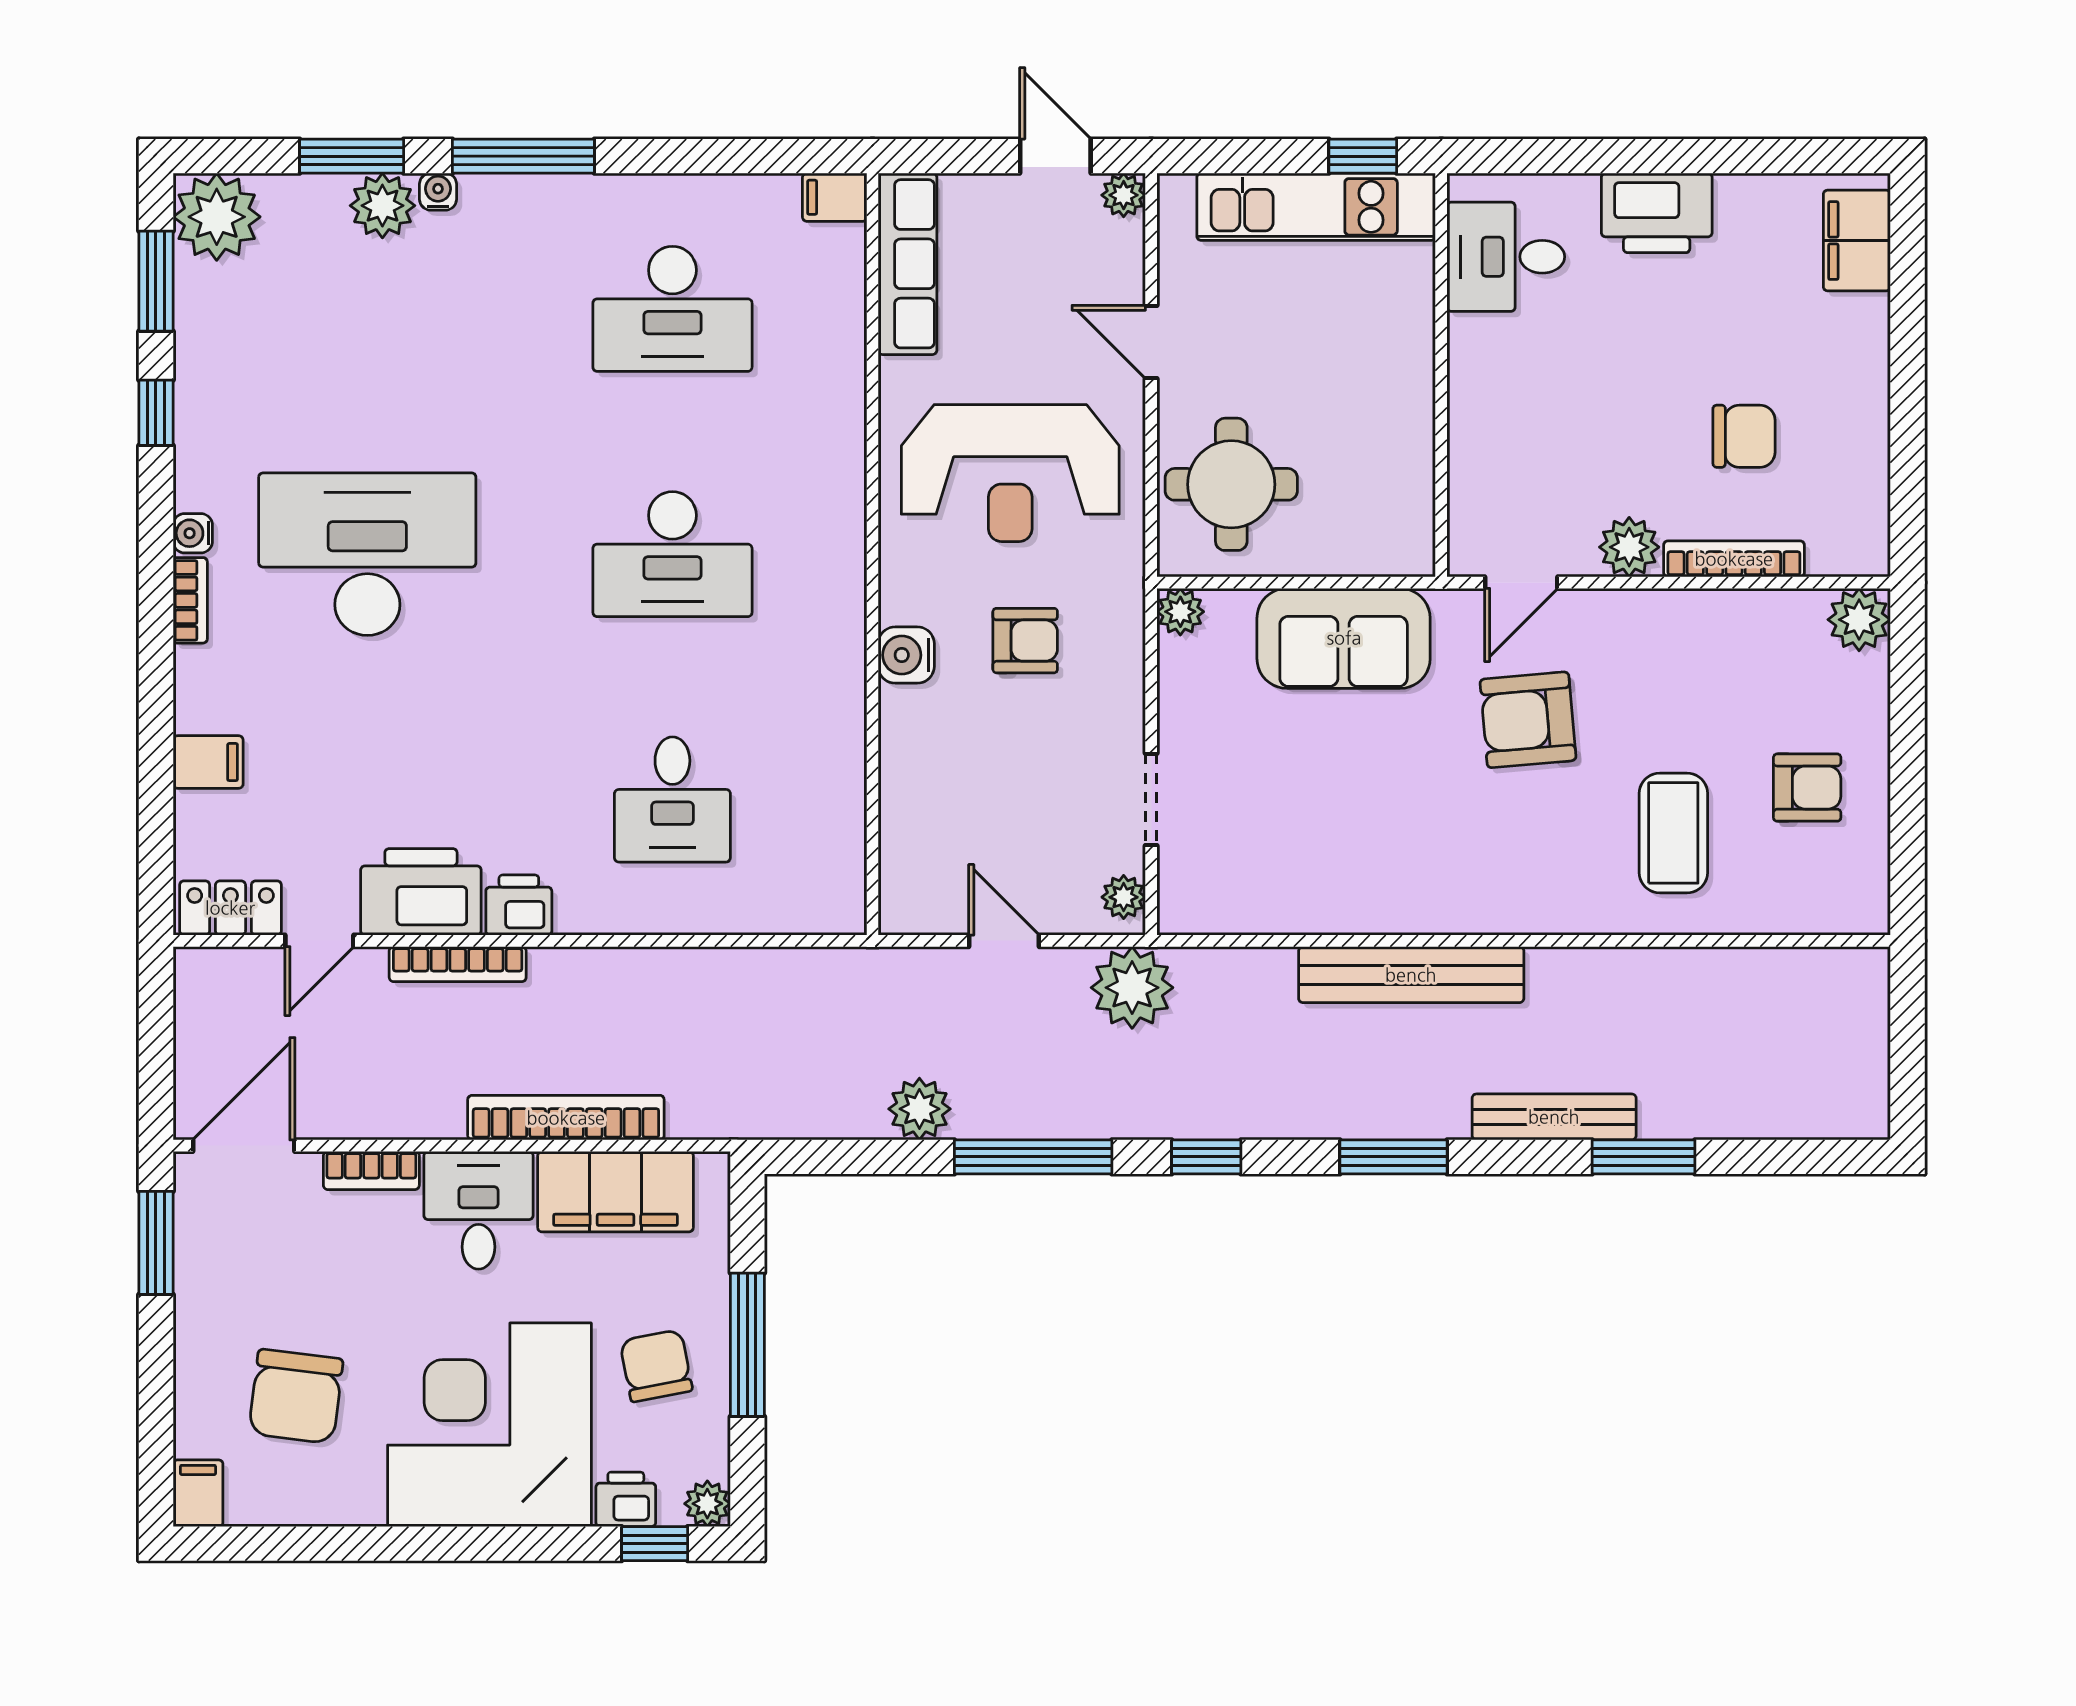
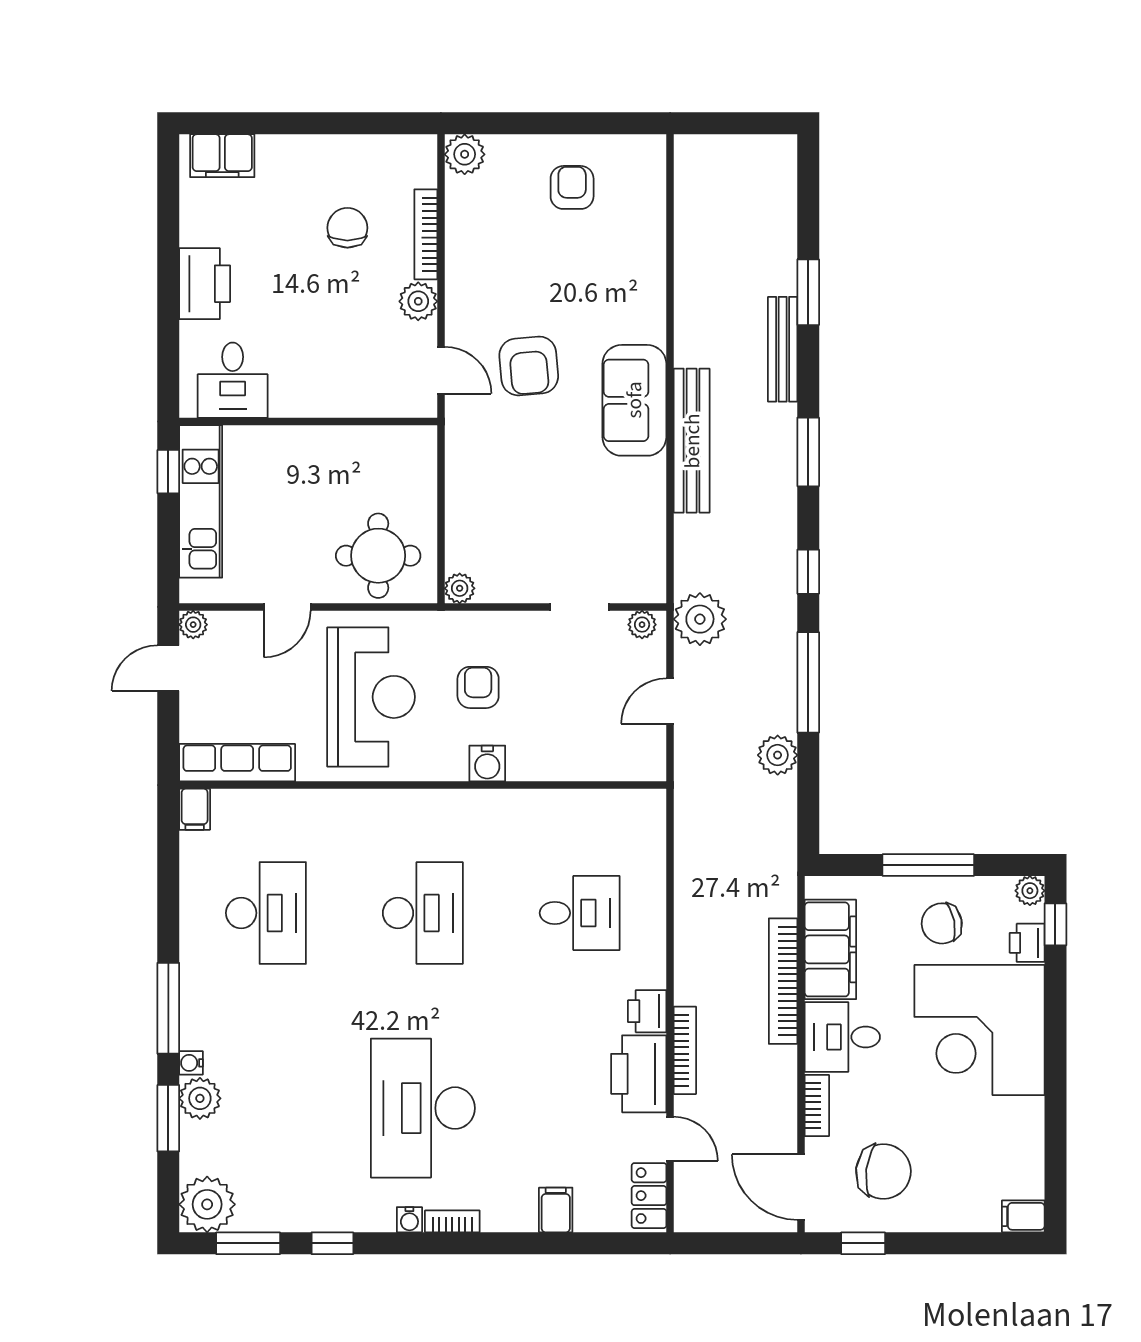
sofa: (1344, 638) -> (634, 400), moved, turned 180
coffee table: (1673, 833) -> (601, 273), removed
window: (156, 1243) -> (863, 1243), width x0.67
chair: (296, 1396) -> (883, 1171), moved

